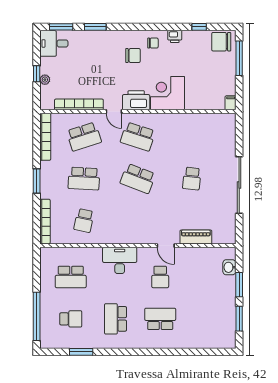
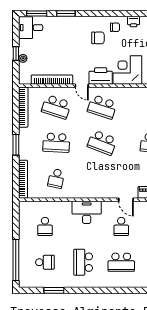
school desk: (84, 137) -> (56, 107), turned 36
school desk: (71, 277) -> (45, 226), width x0.54
school desk: (160, 319) -> (121, 262), turned 180

